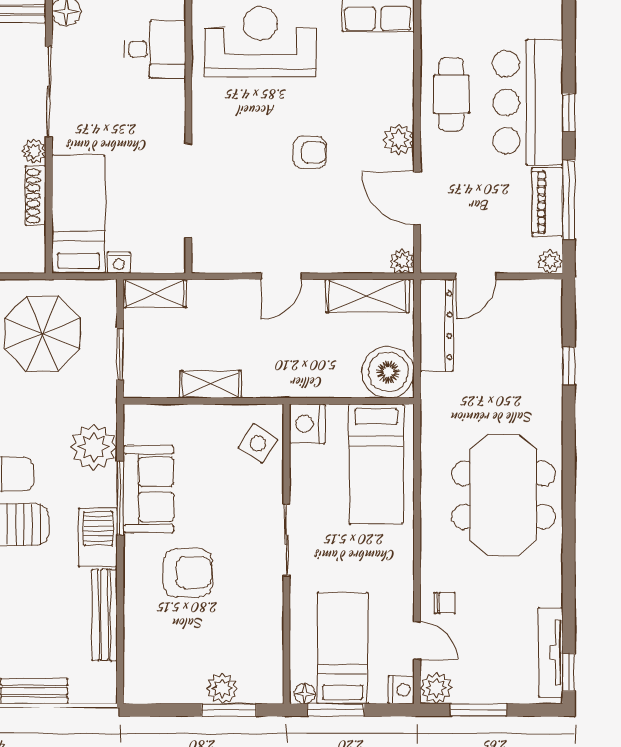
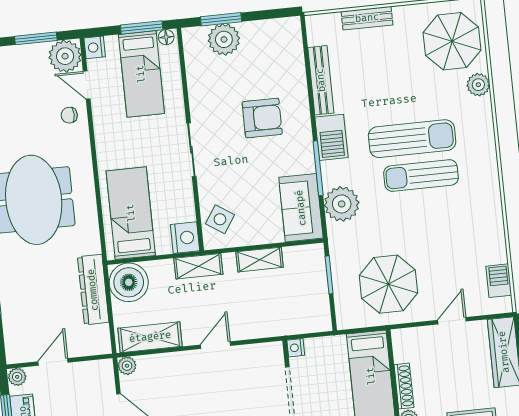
nightstand: (119, 262) -> (296, 348), moved, turned -90
door: (476, 276) -> (53, 362), moved
shelving: (155, 293) -> (198, 266), moved
dresser: (437, 325) -> (93, 290), moved
sofa: (148, 489) -> (301, 208), moved
armchair: (188, 573) -> (262, 118), turned 180
plant: (222, 688) -> (224, 39), width x1.36, depth x1.36
plant: (436, 688) -> (65, 56), width x1.36, depth x1.36

